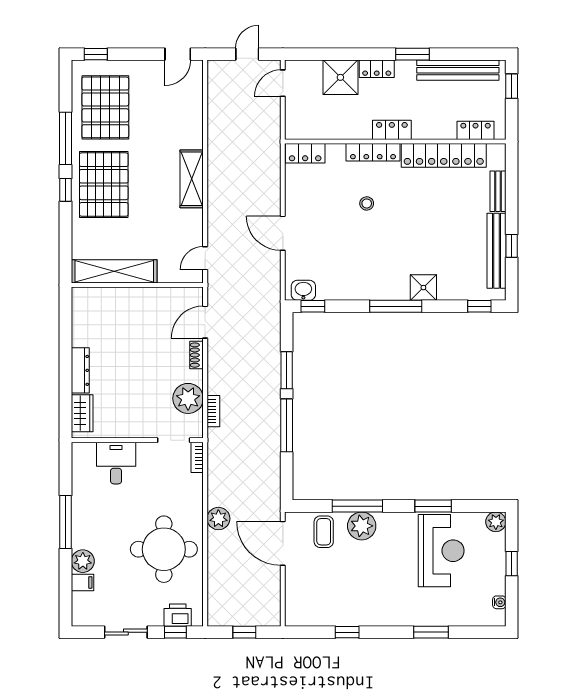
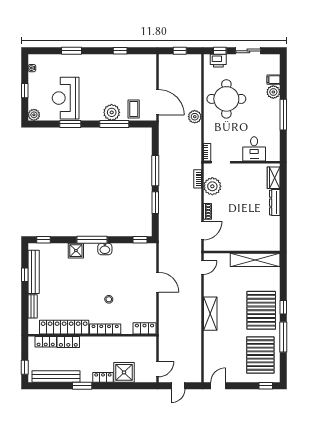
locker: (392, 130) -> (68, 342), moved
washbasin: (303, 290) -> (105, 249), moved

